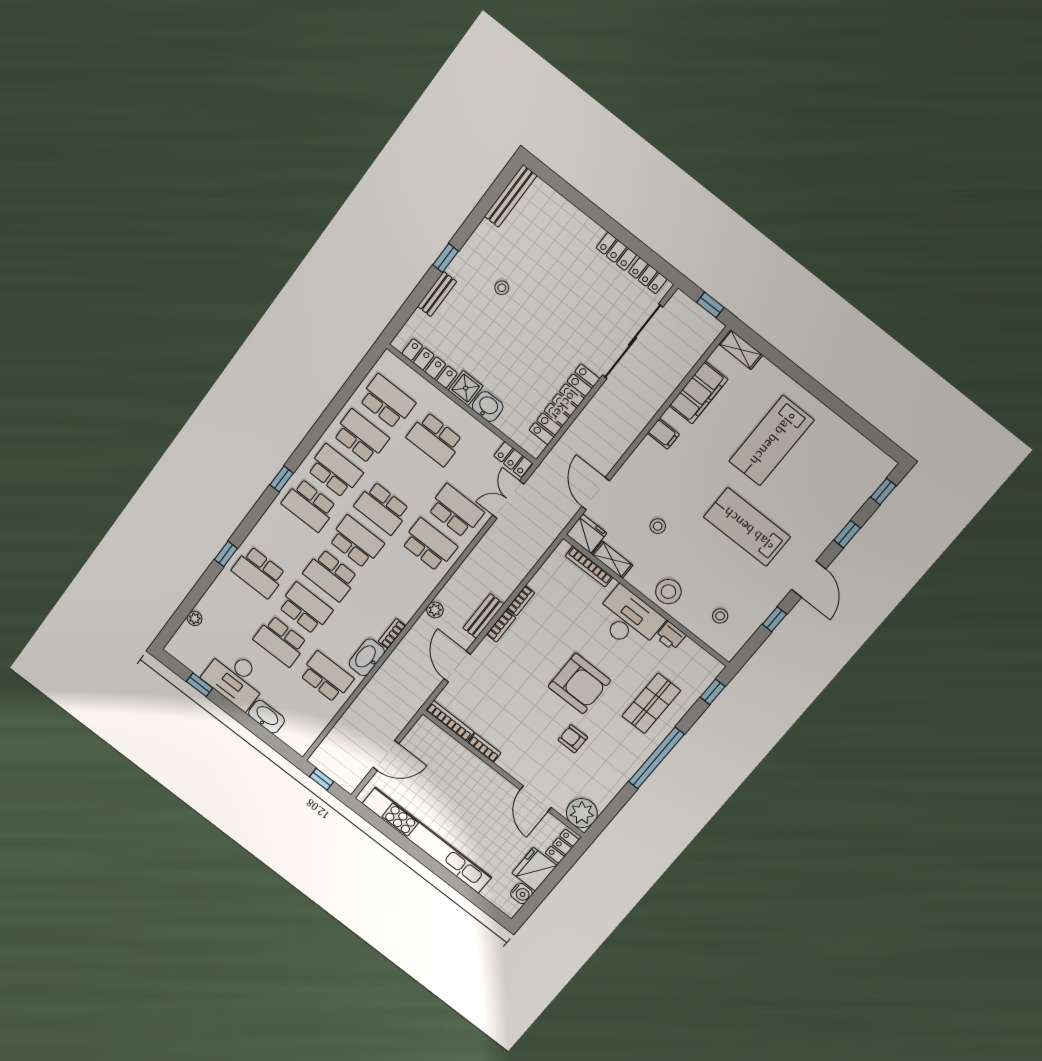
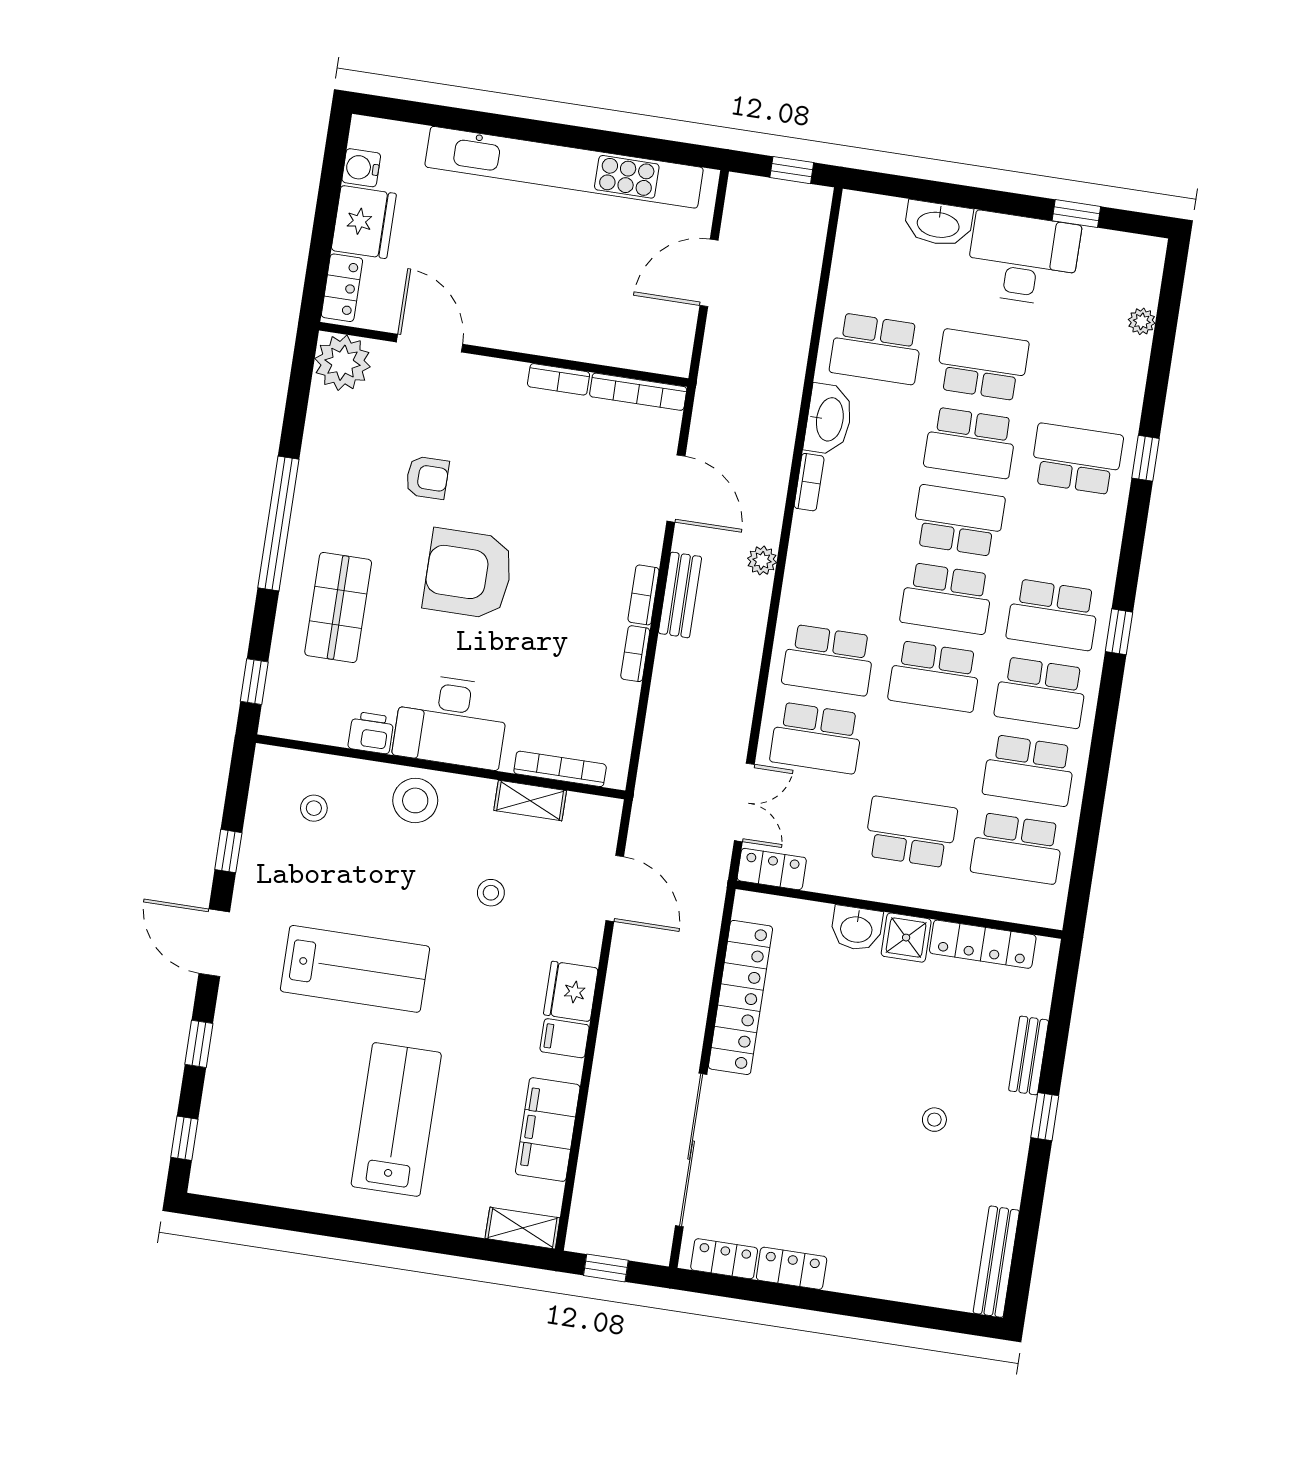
school desk: (309, 505) -> (1053, 615), turned 180
school desk: (382, 508) -> (935, 676), turned 180
fridge: (587, 534) -> (571, 991), moved, turned 90

